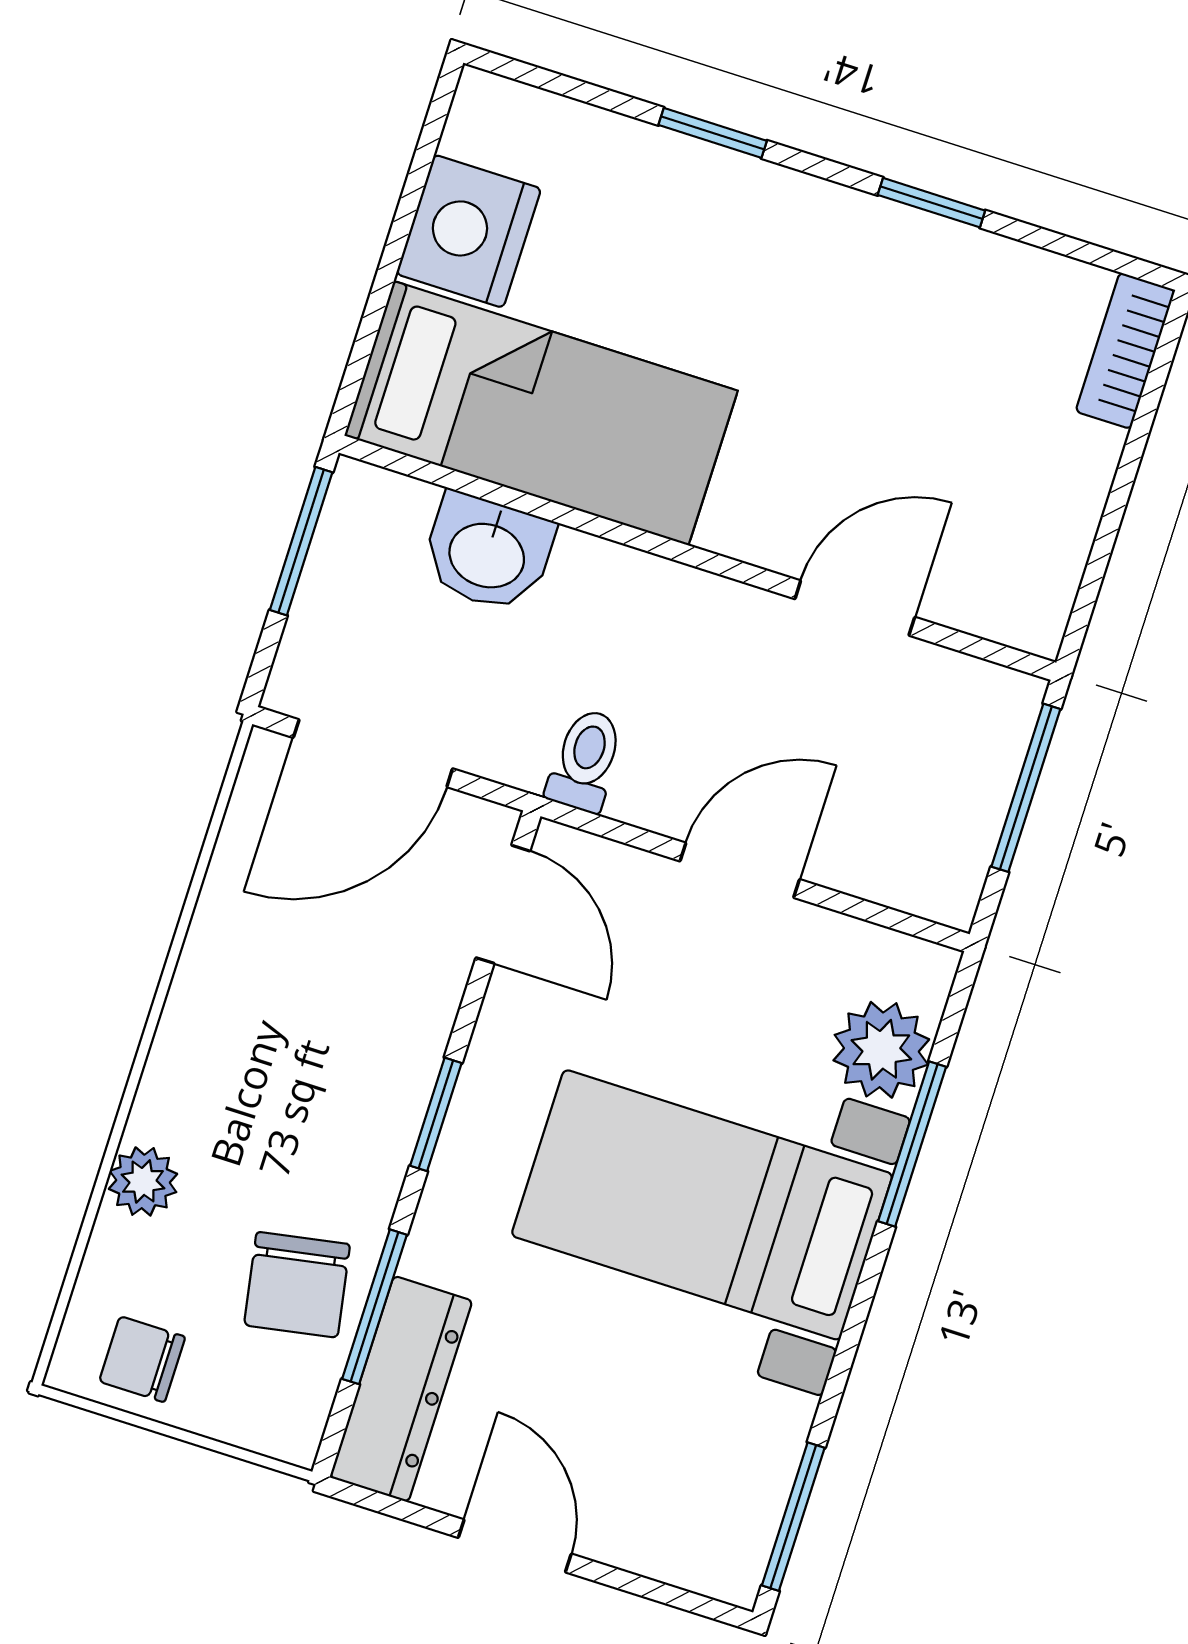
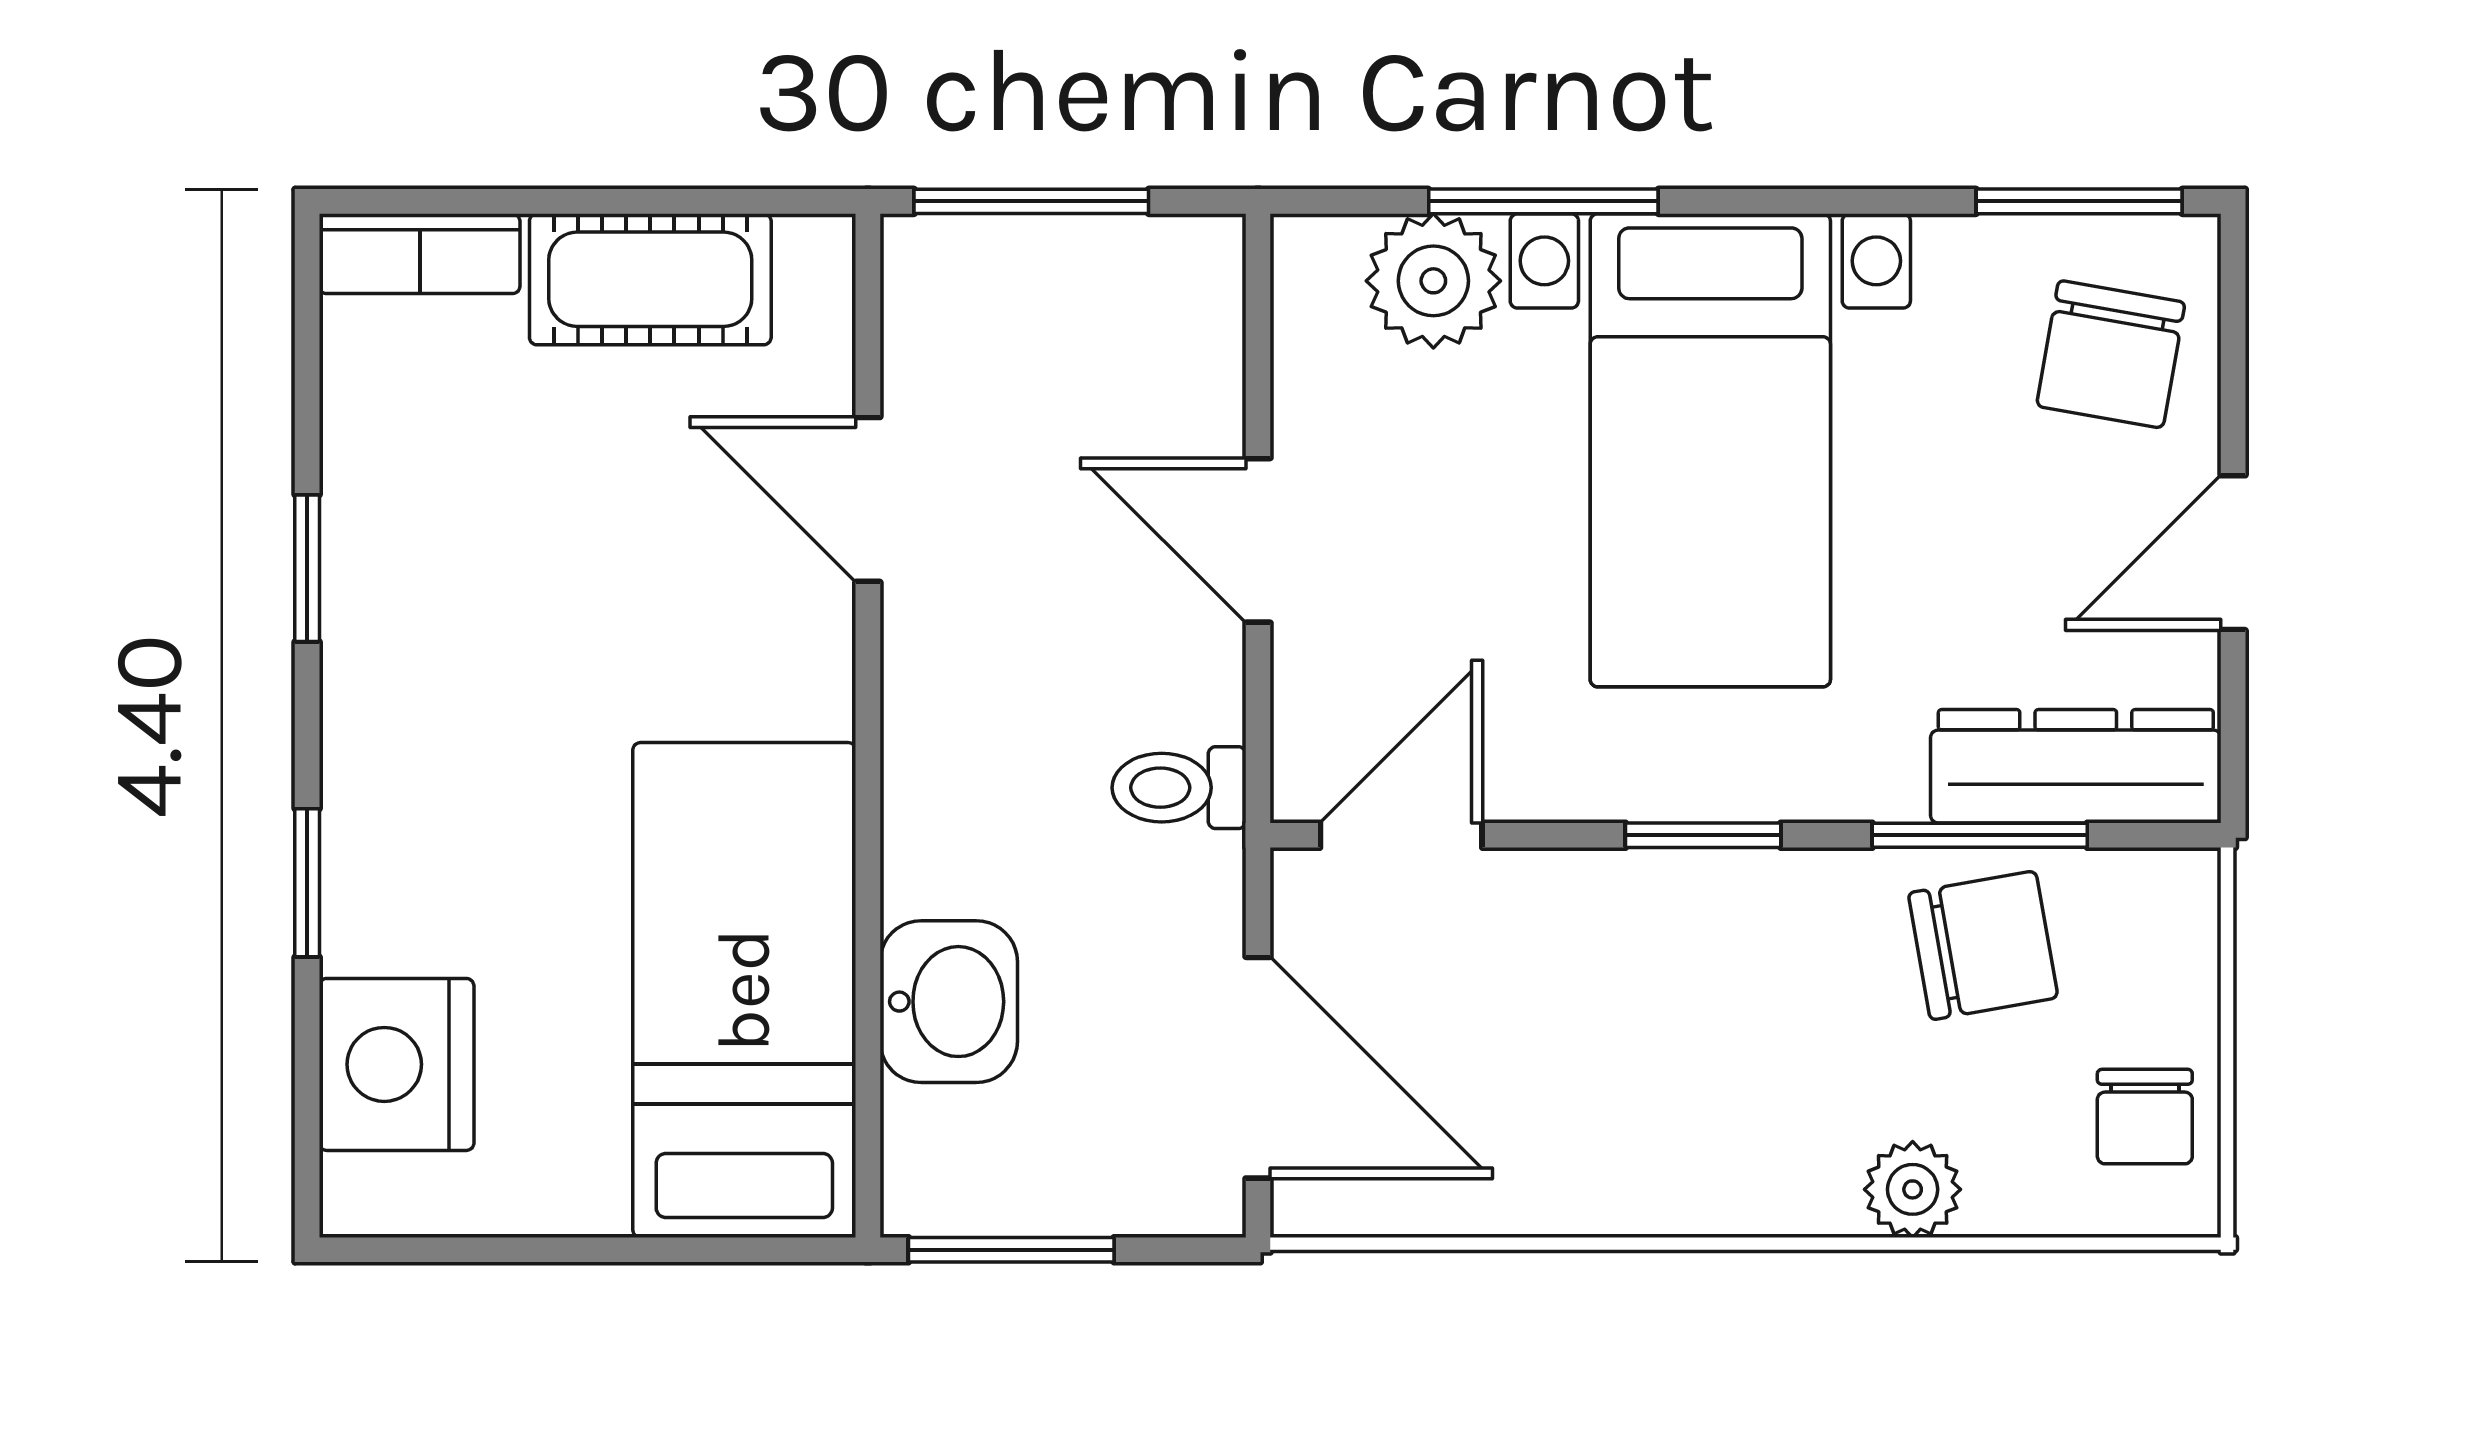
nightstand: (469, 231) -> (397, 1064), moved, turned 90
cot: (1056, 506) -> (650, 279), added
chair: (680, 1505) -> (2111, 354), added

